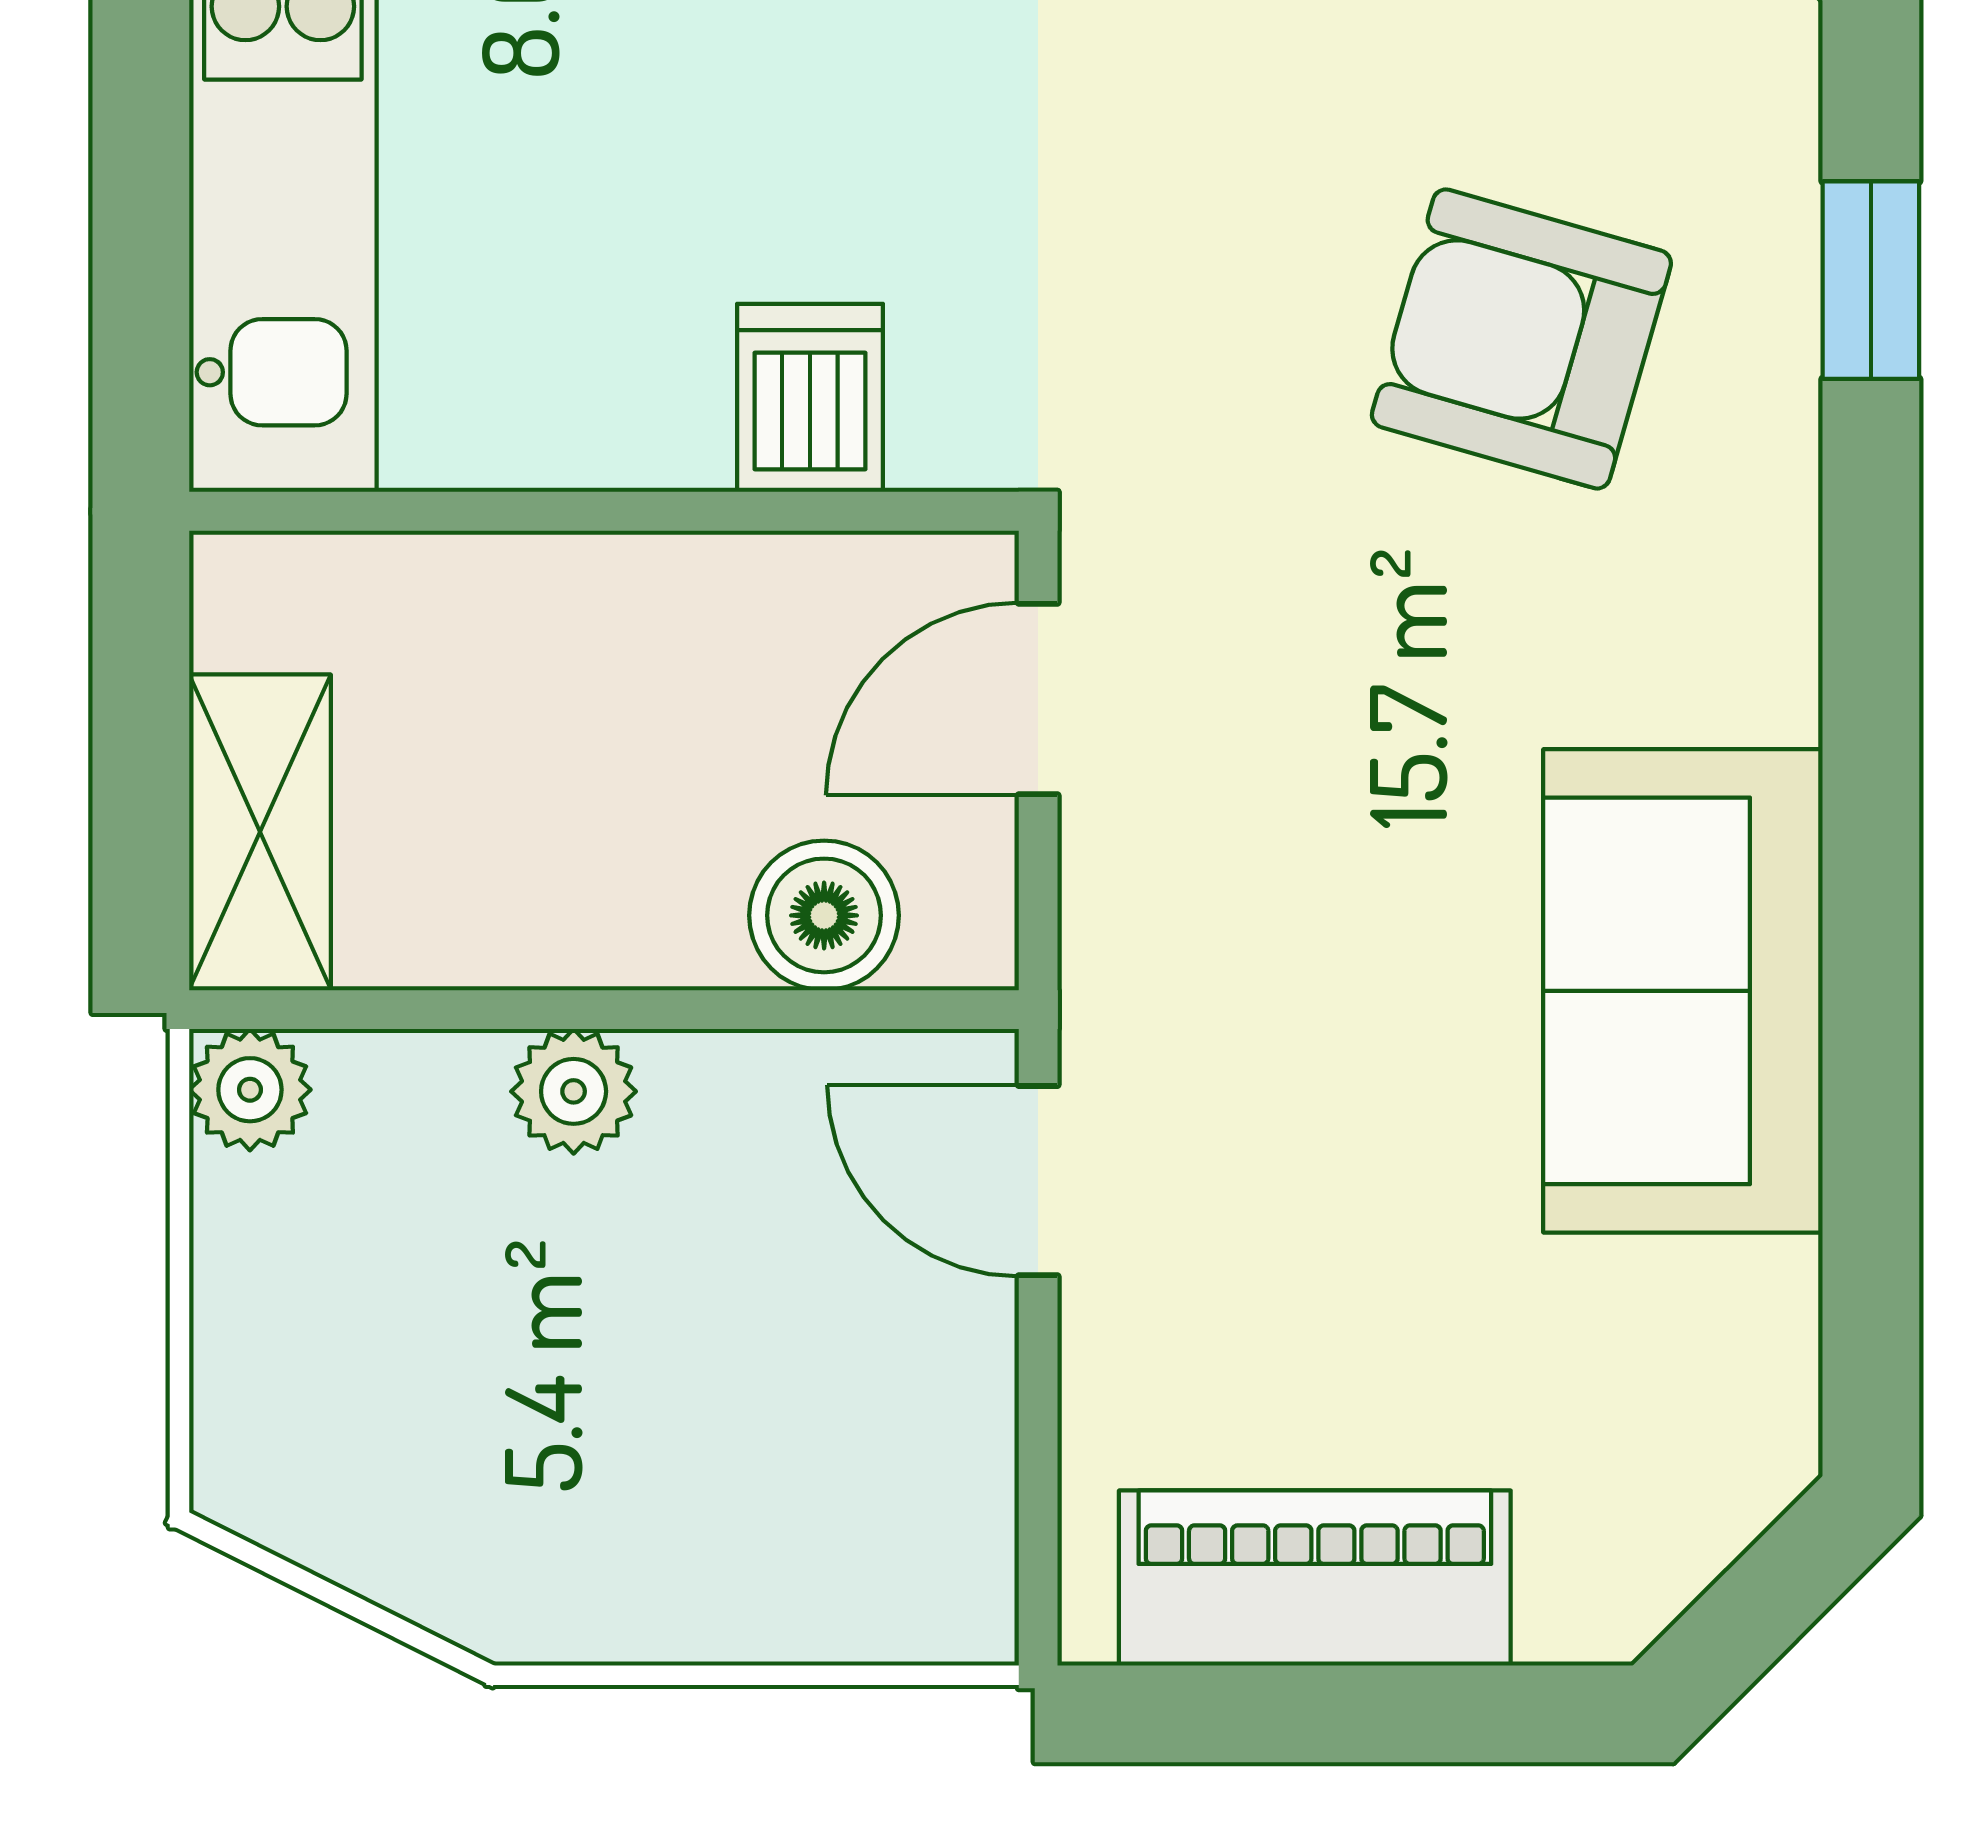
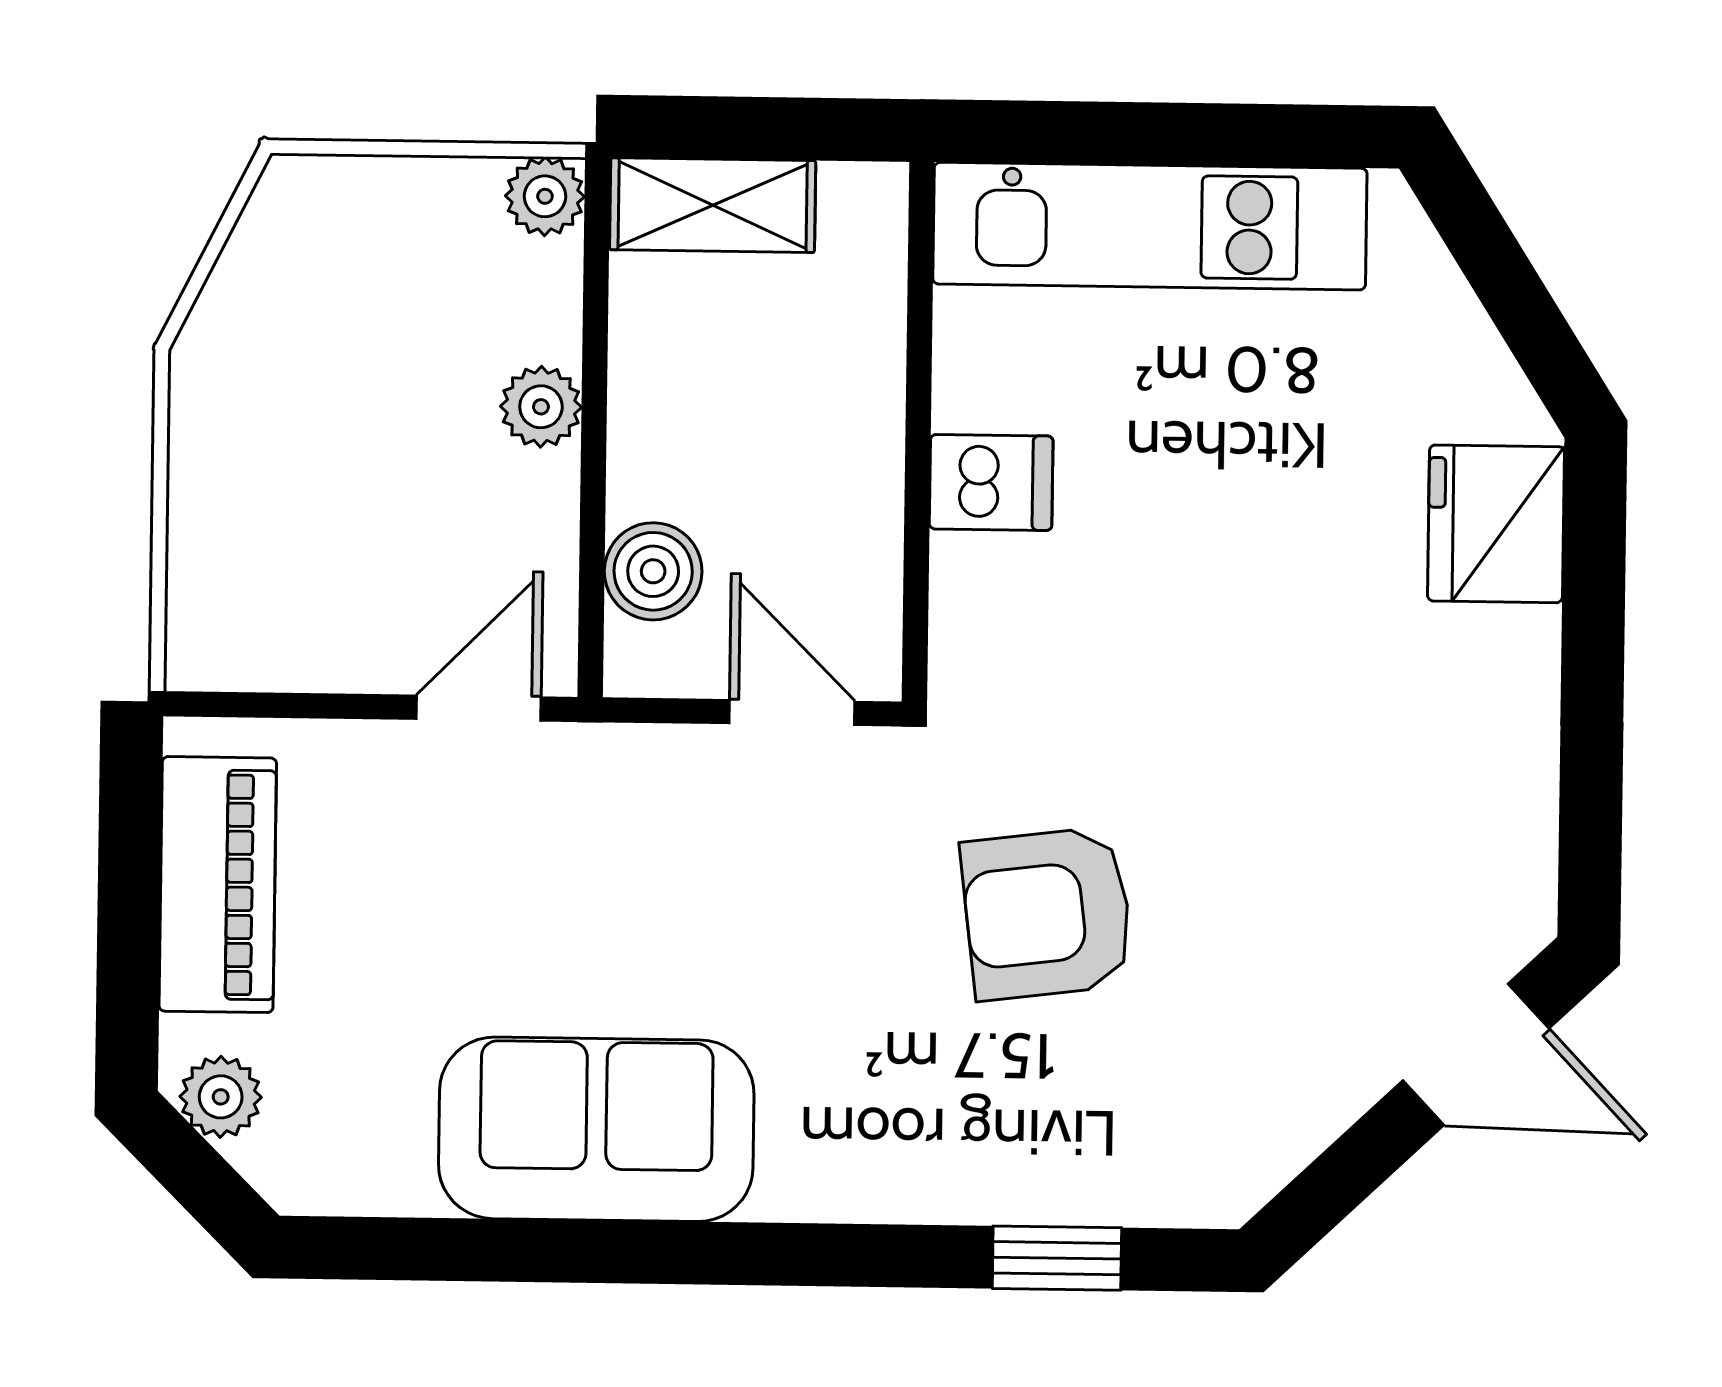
armchair: (1521, 339) -> (1047, 914), moved, turned -113
dishwasher: (810, 398) -> (991, 482), moved
plant: (1641, 1569) -> (221, 1097), added

